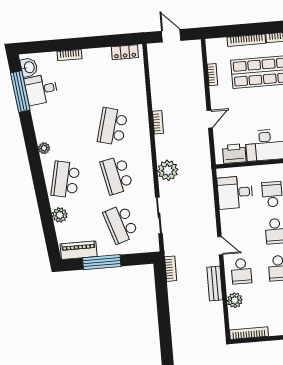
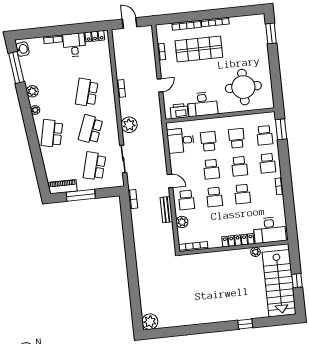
desk: (41, 89) -> (74, 45), moved, turned 97
school desk: (117, 175) -> (91, 129), turned 33
plant: (60, 215) -> (32, 91), moved
school desk: (121, 224) -> (94, 166), turned 33

